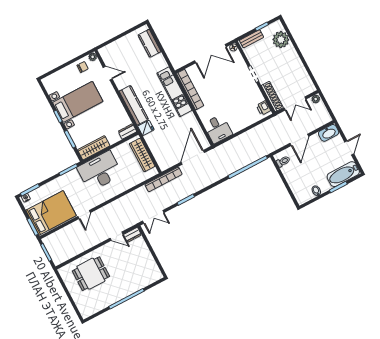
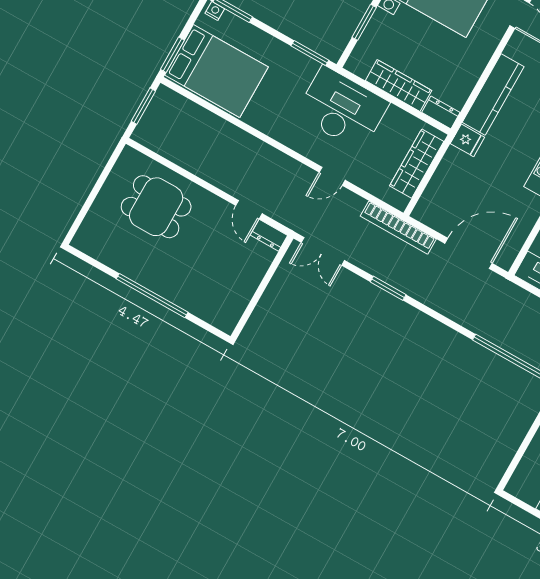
wardrobe: (94, 148) -> (399, 85), moved
door: (84, 215) -> (332, 176), moved

